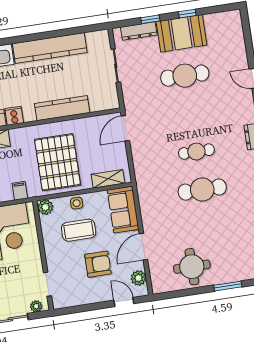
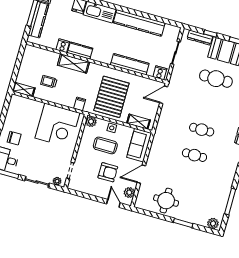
cooker: (14, 116) -> (160, 73), moved
cafe table: (202, 190) -> (194, 155), width x0.73, depth x0.74

